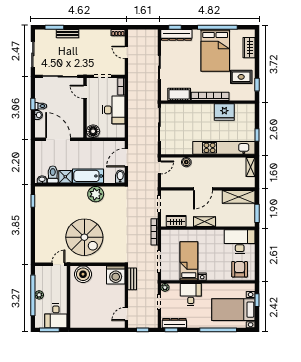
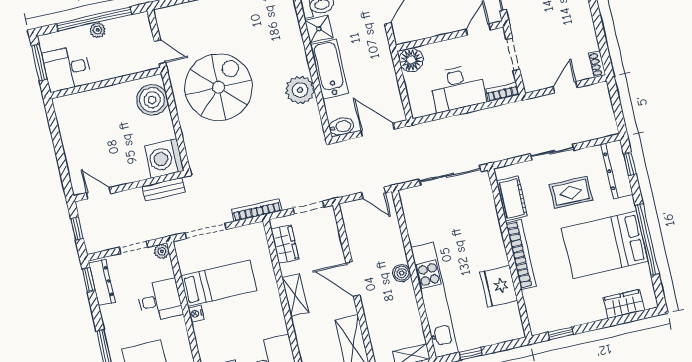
rug: (241, 77) -> (571, 192), moved, turned 90
boiler: (186, 162) -> (402, 273), moved
spiral stairs: (84, 237) -> (219, 87), turned 180

